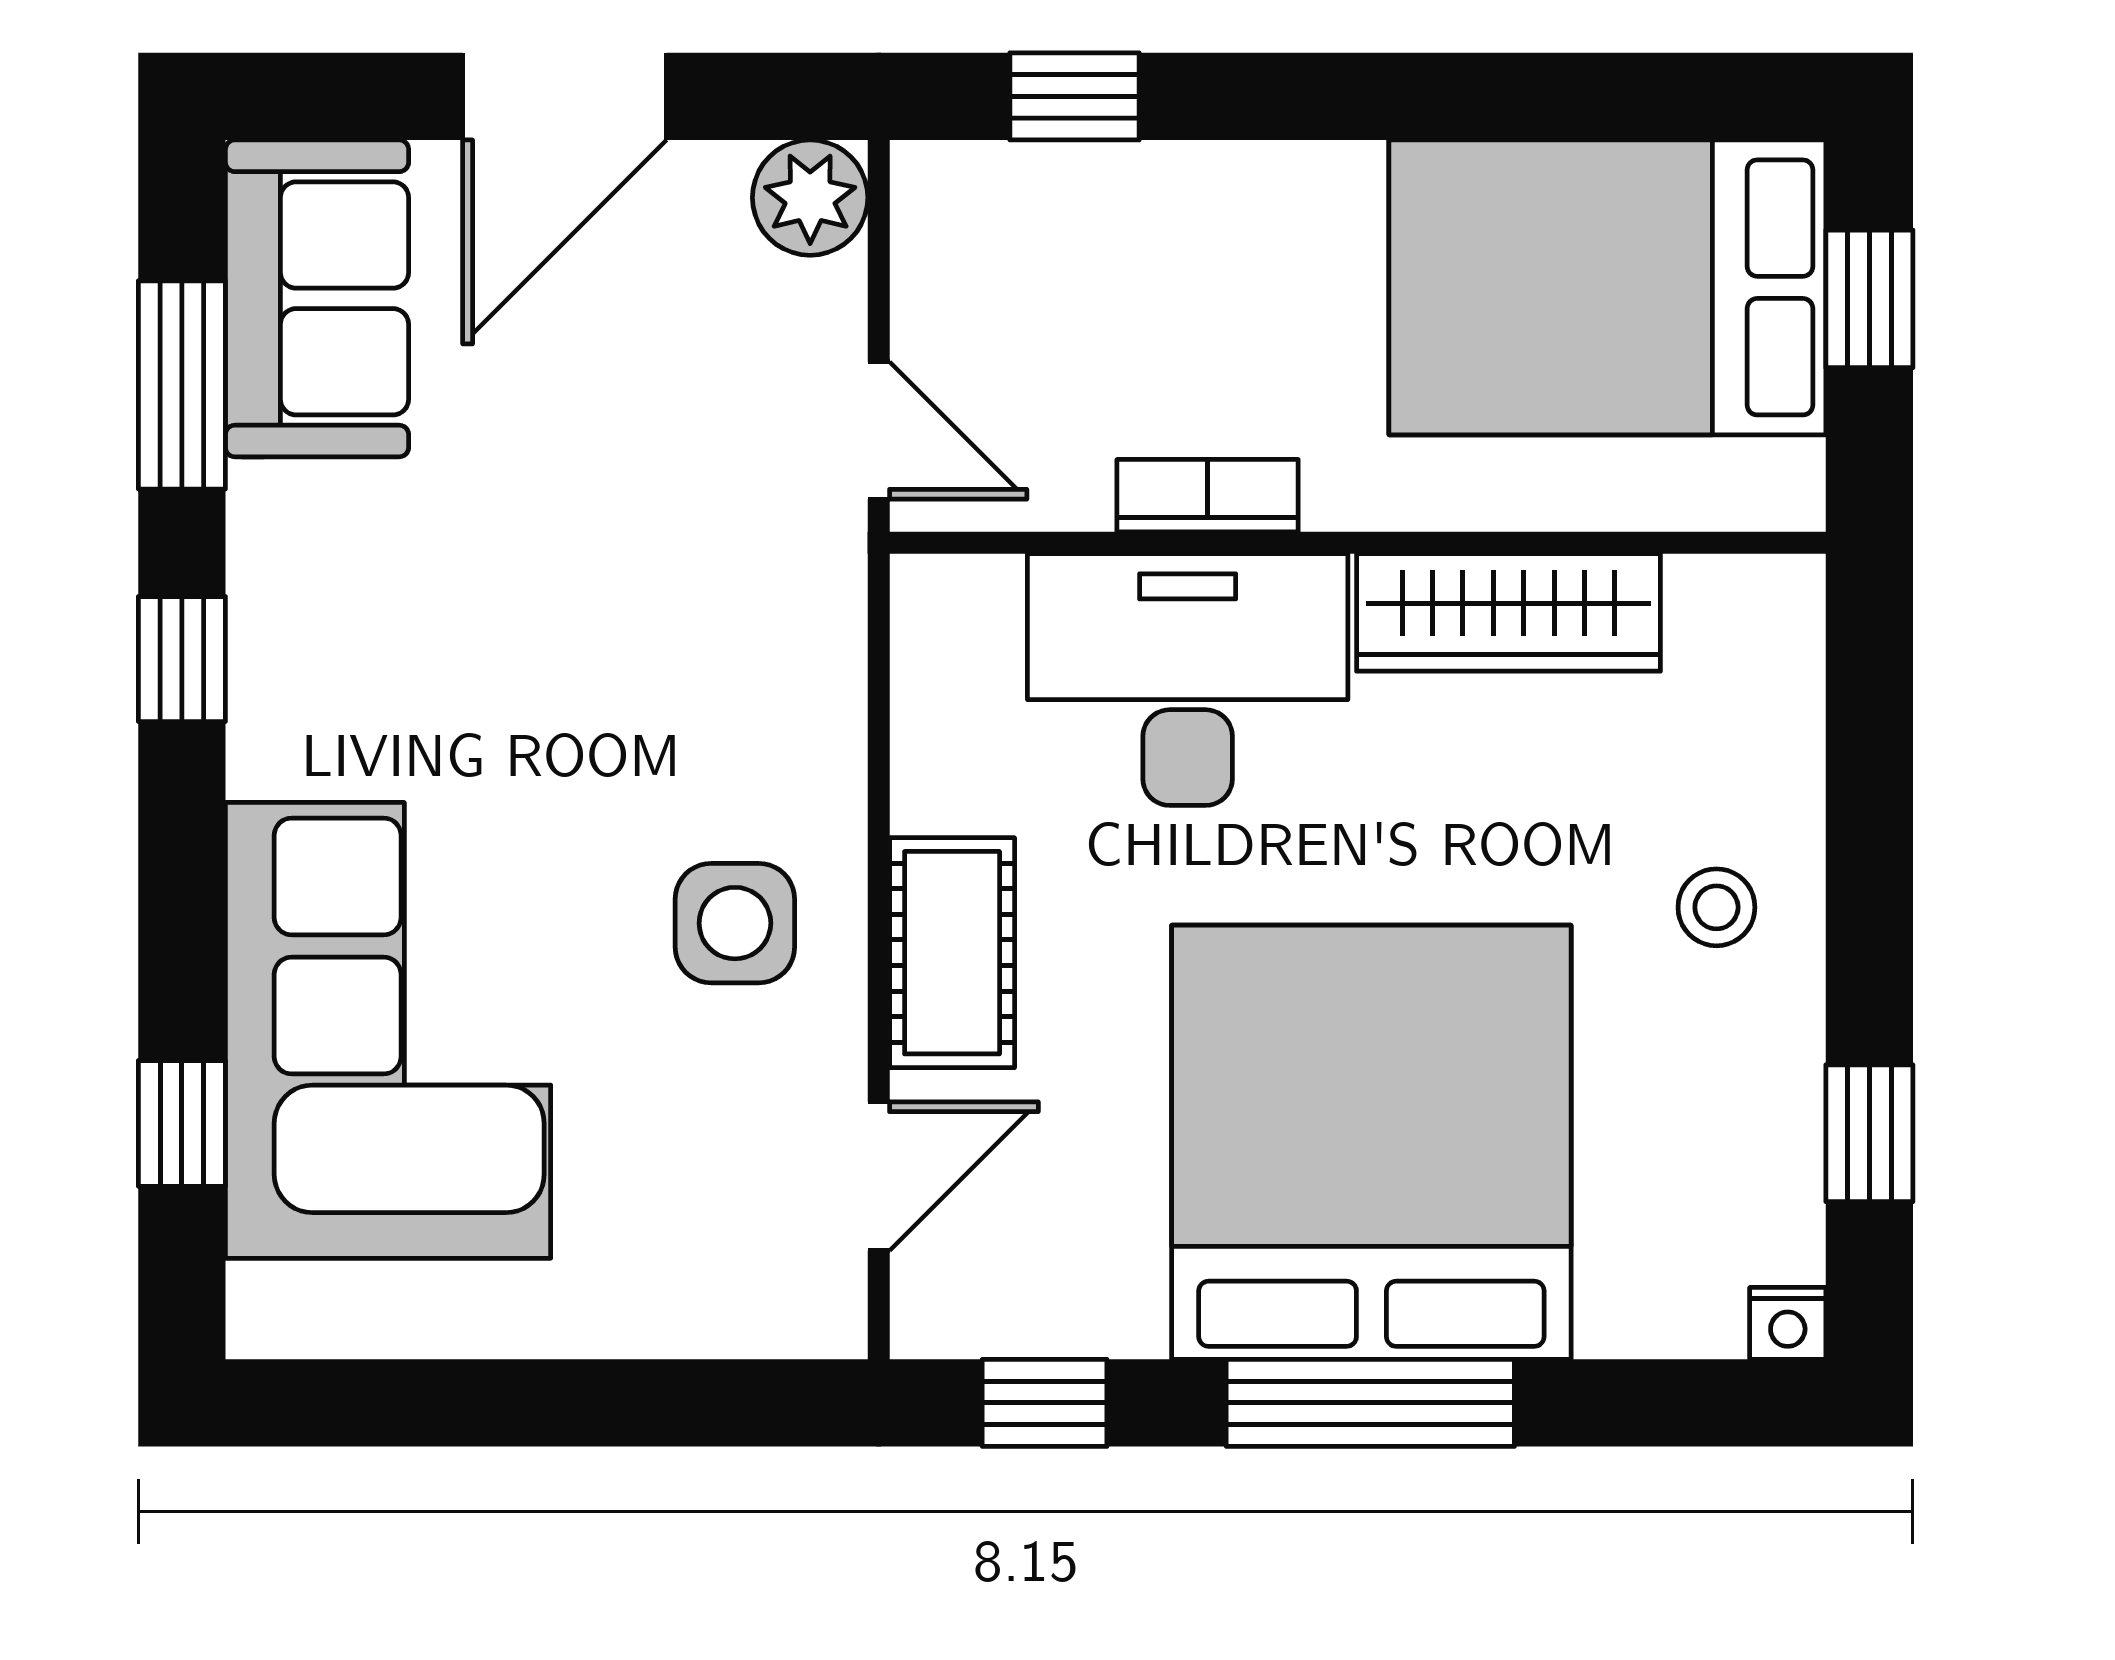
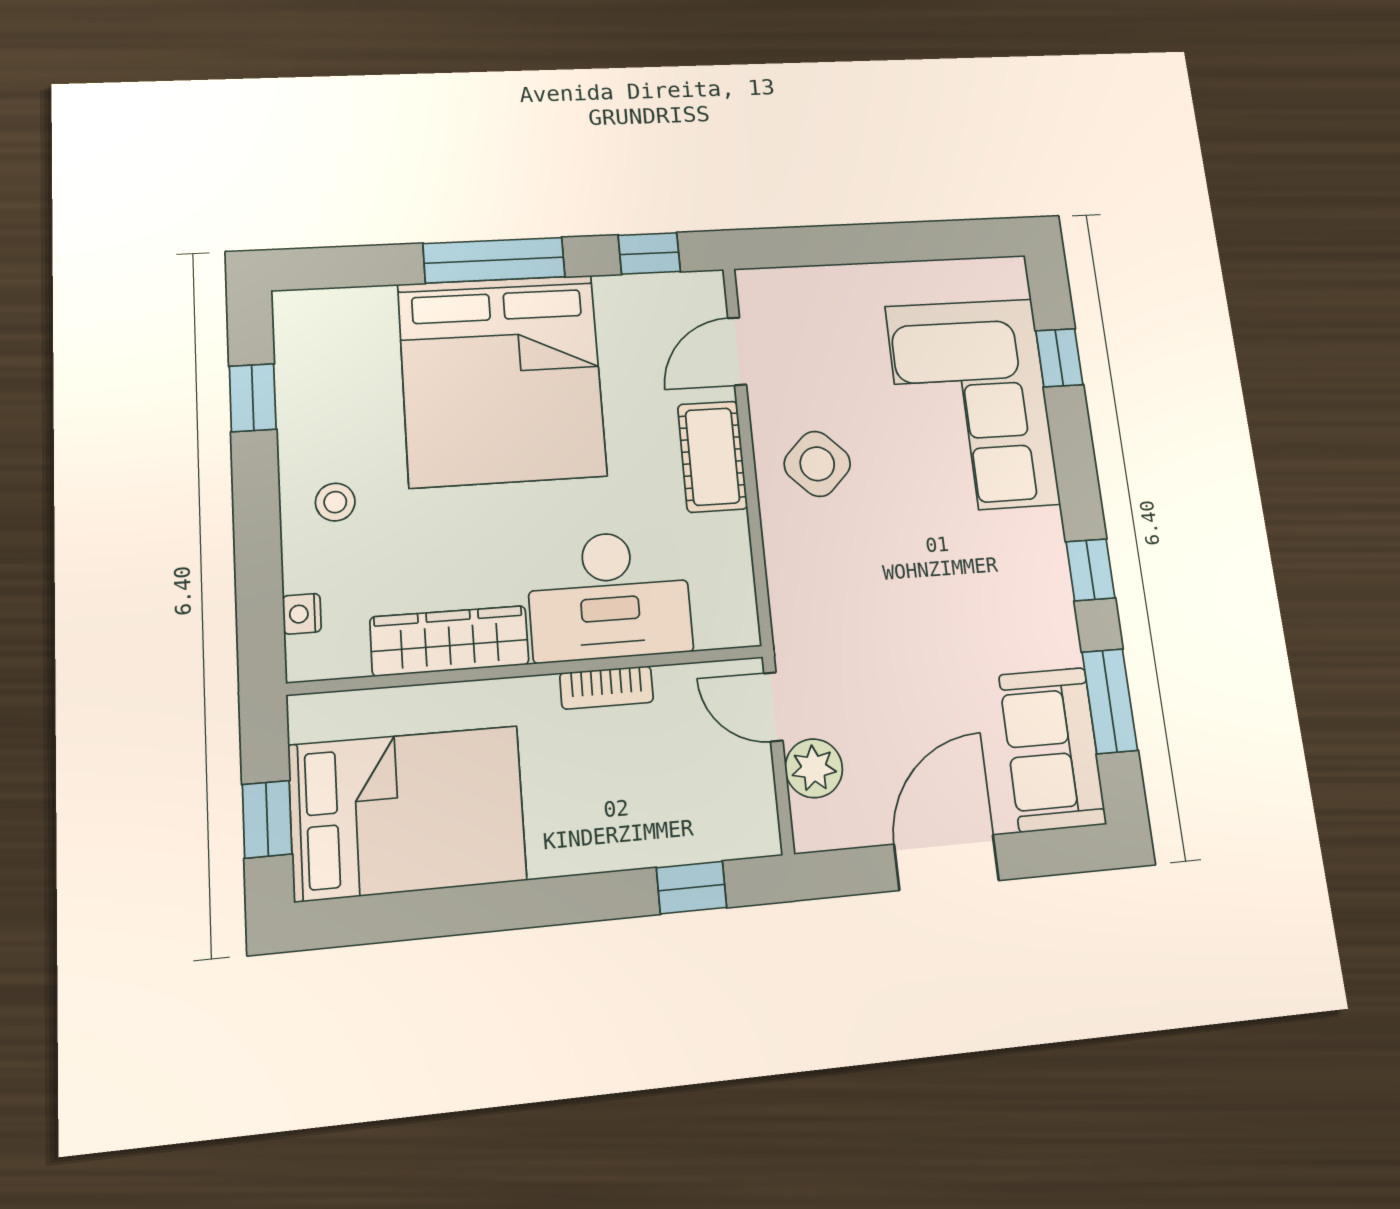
plant: (810, 198) -> (814, 768), moved
side table: (735, 923) -> (817, 464), turned 45
nightstand: (1788, 1323) -> (302, 614), moved, turned -90

